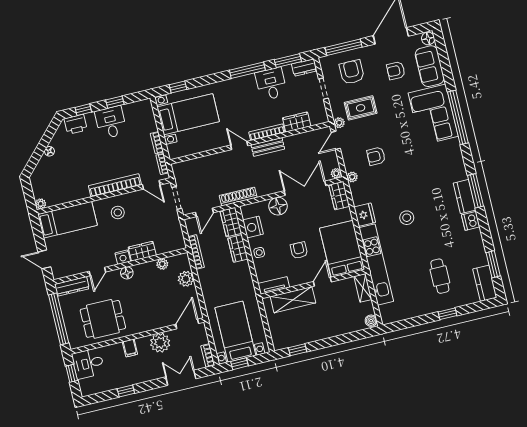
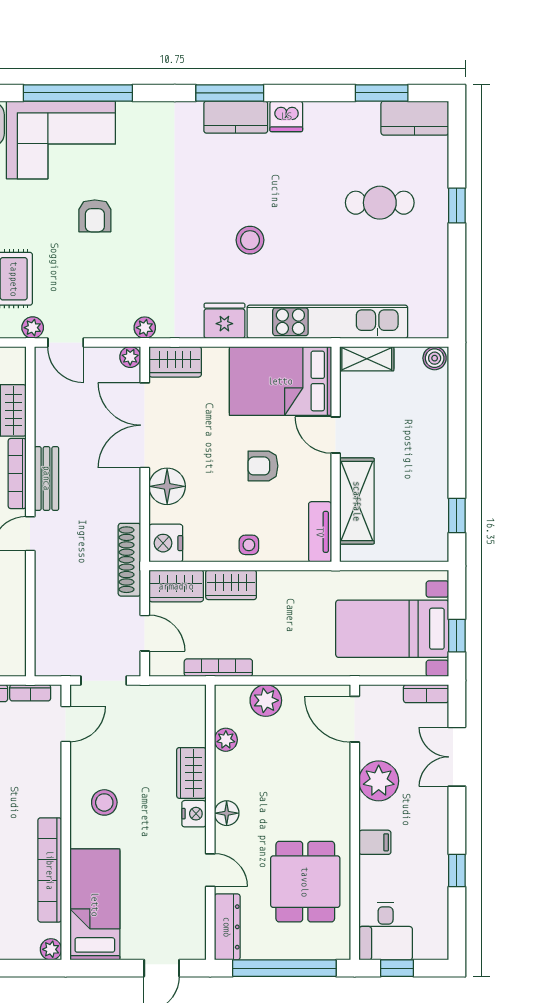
armchair: (376, 156) -> (95, 216), moved
bookcase: (115, 185) -> (50, 870), moved
nightstand: (253, 227) -> (166, 543), moved, turned 90

